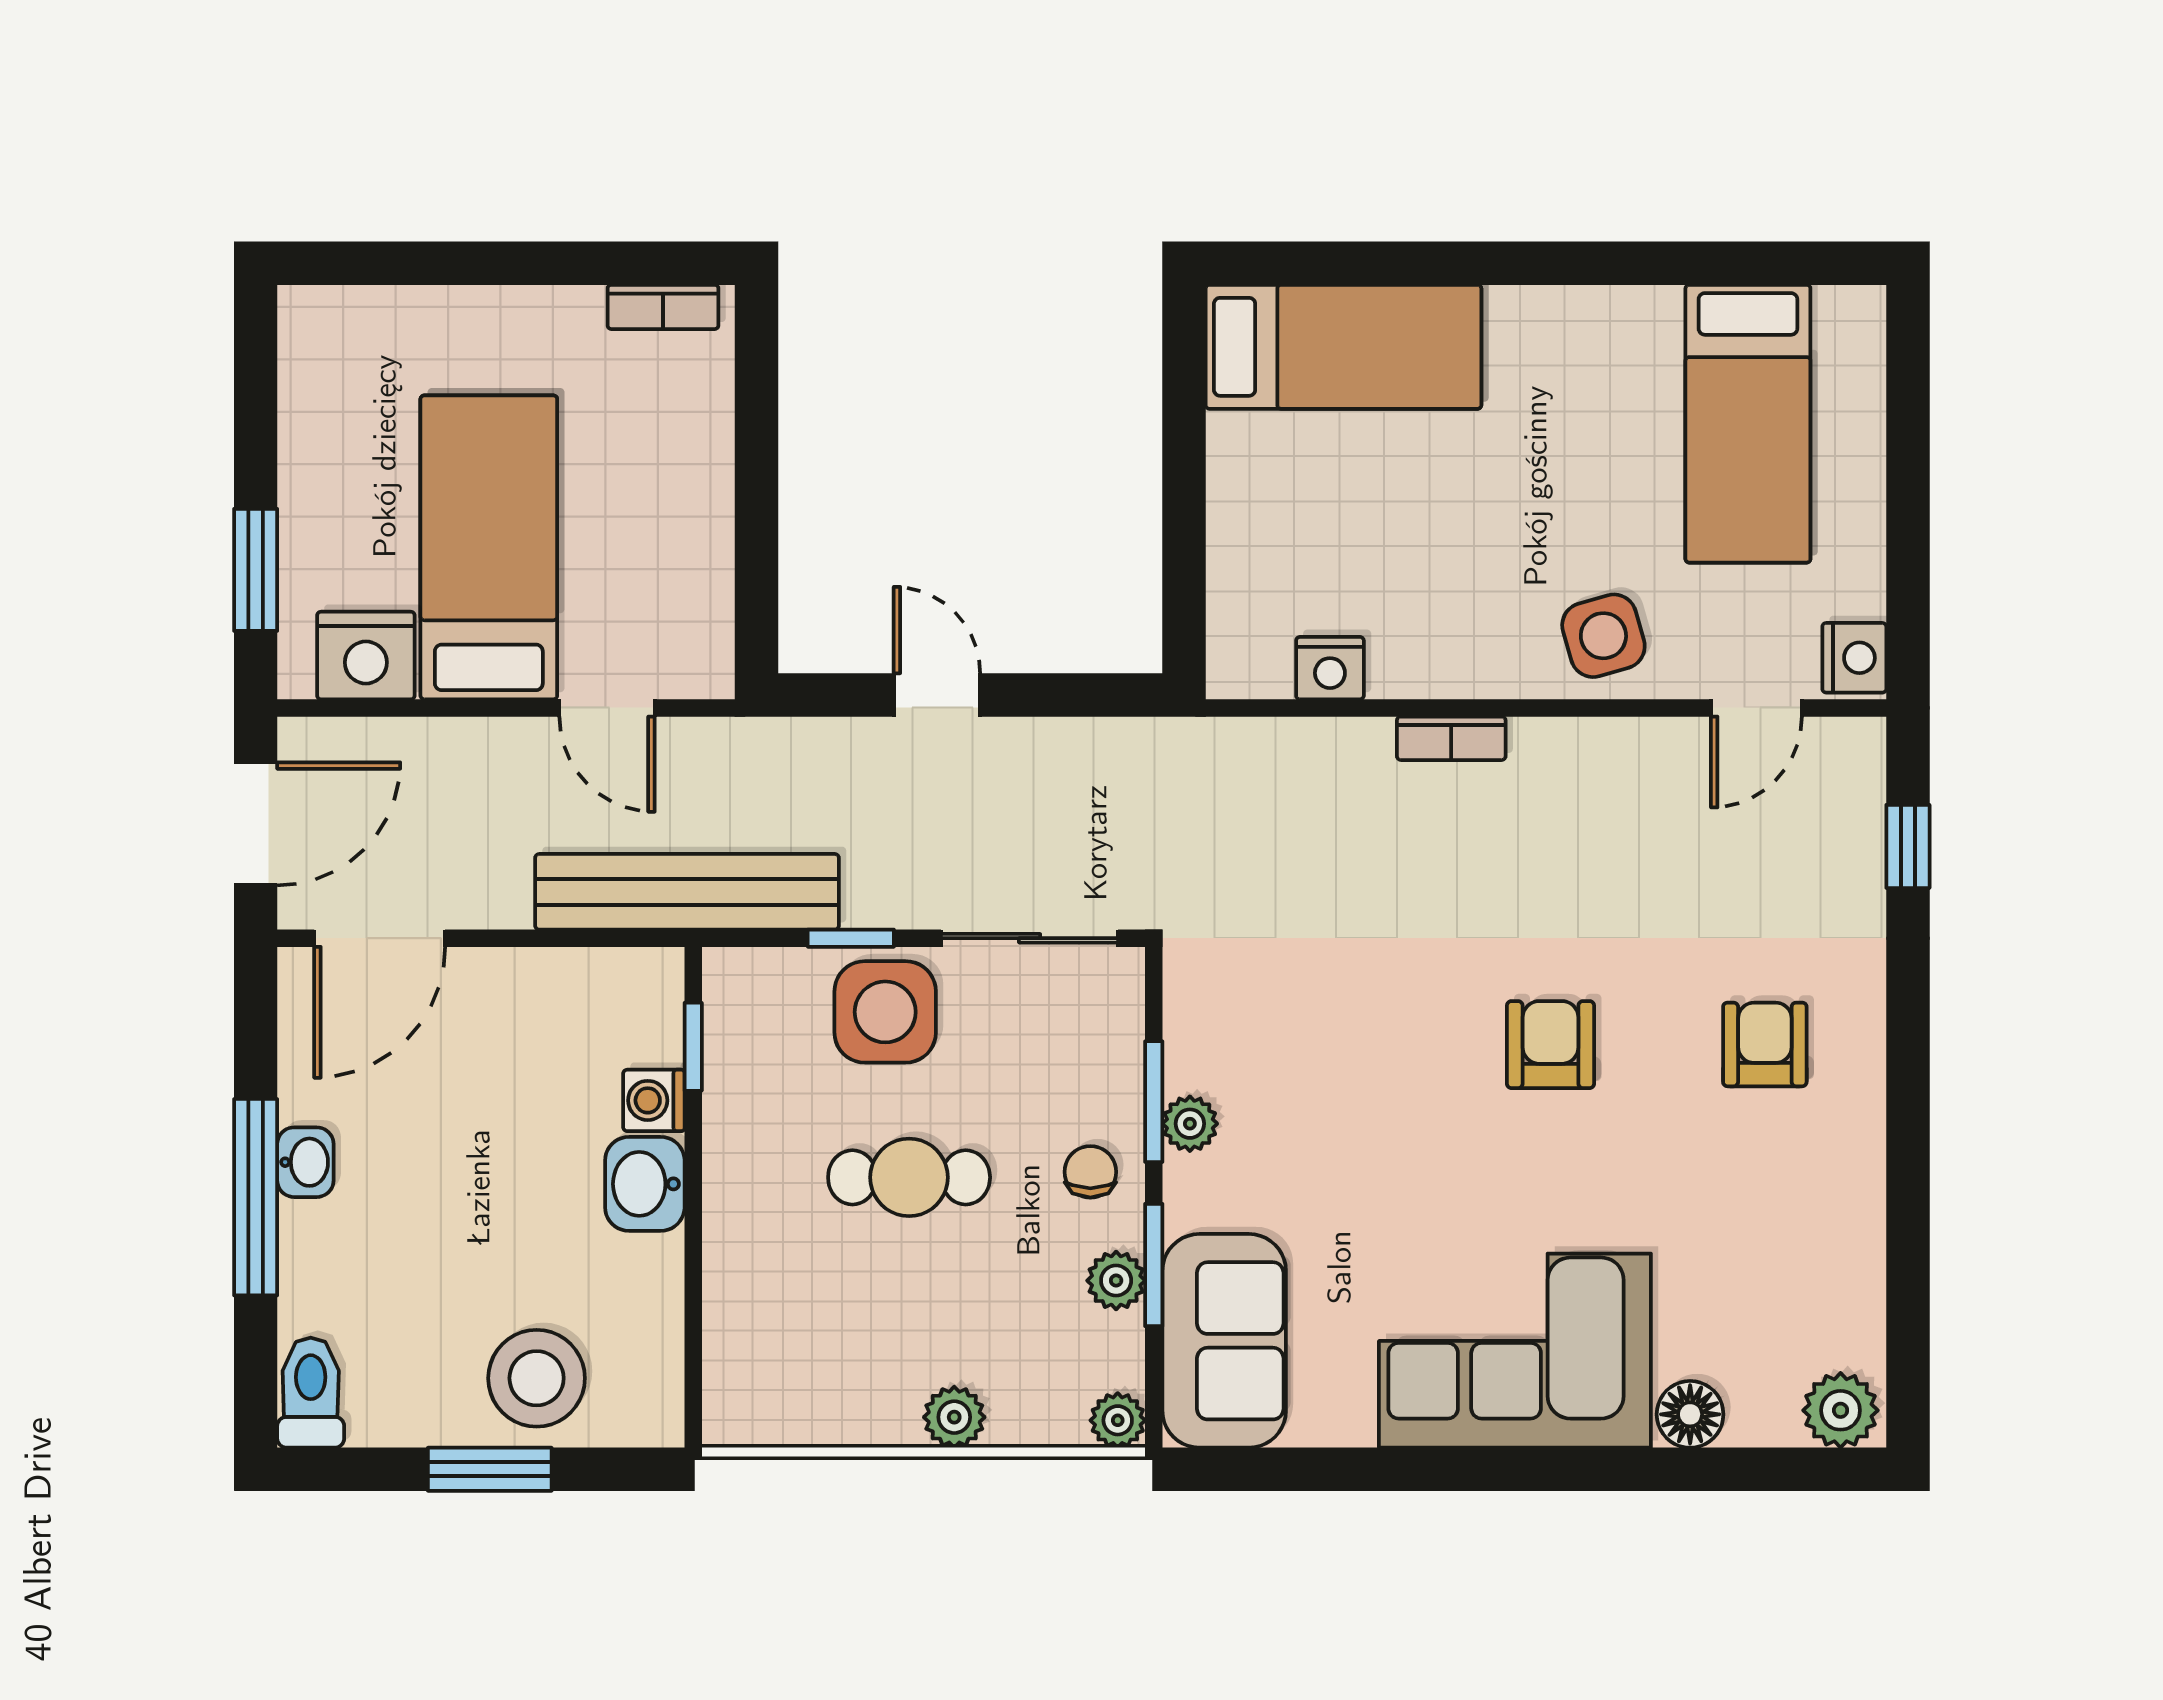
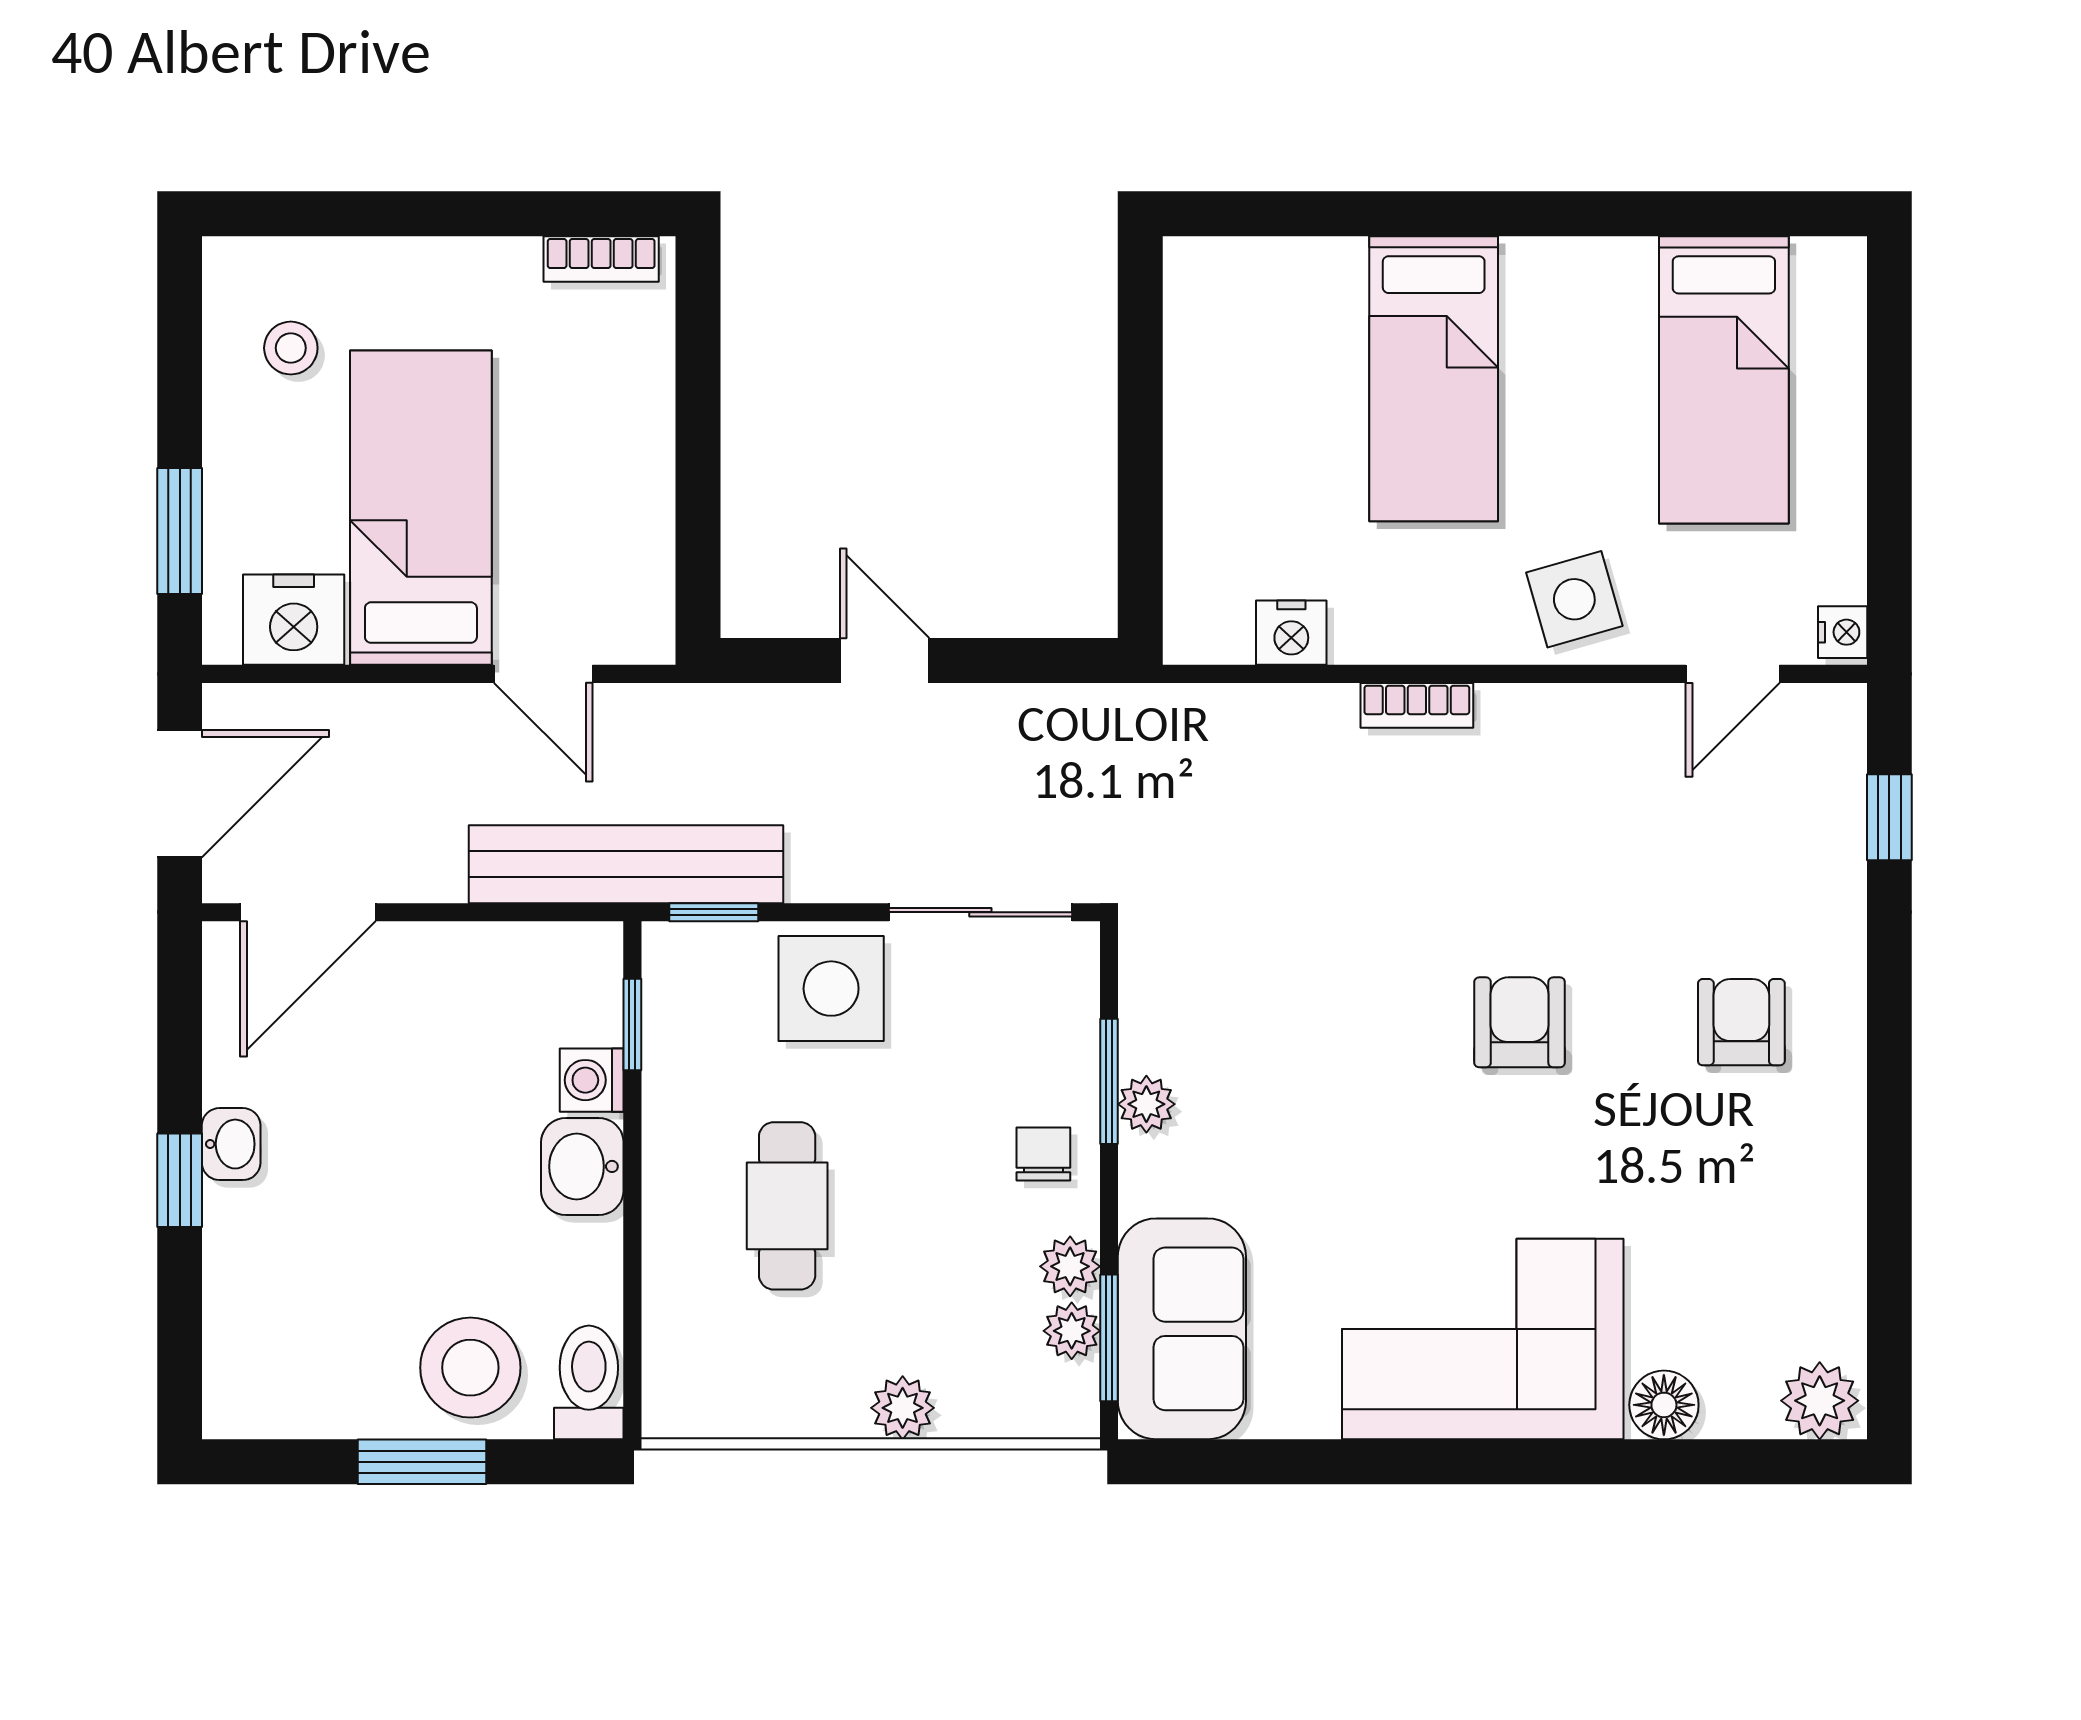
bed: (1343, 347) -> (1434, 379), moved, turned 90
stool: (363, 393) -> (291, 348), added
nightstand: (1854, 658) -> (1843, 632), width x0.72, depth x0.74
window: (851, 938) -> (714, 912), moved
cafe table: (909, 1177) -> (787, 1206), moved, turned 90
window: (256, 1197) -> (180, 1180), width x0.46
window: (1154, 1265) -> (1109, 1338), moved
toilet: (311, 1393) -> (589, 1382), moved
plant: (1118, 1420) -> (1072, 1331), moved

